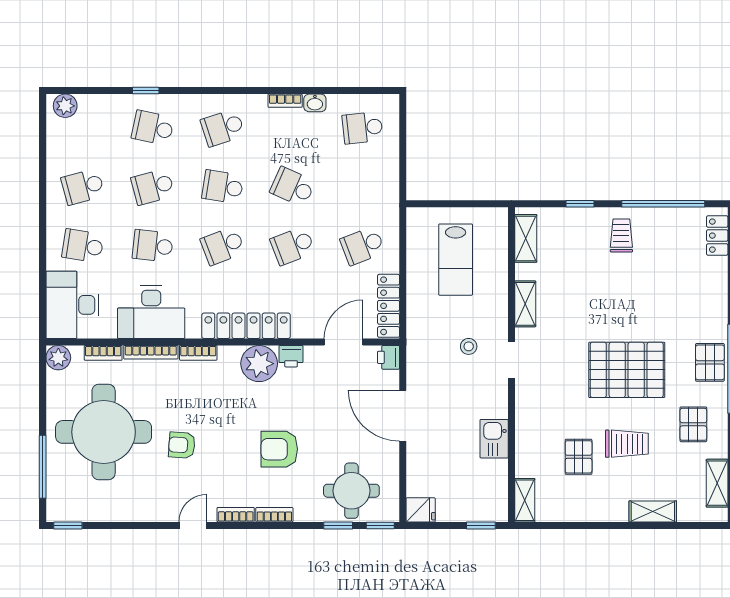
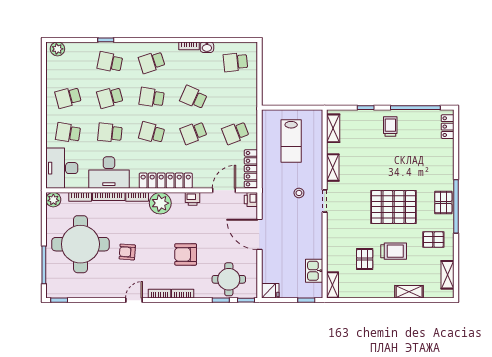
school desk: (223, 246) -> (152, 133), turned 36
plant: (259, 364) -> (160, 203), moved
pallet: (693, 424) -> (433, 240), turned 90
kitchen sink: (494, 439) -> (314, 271), moved

